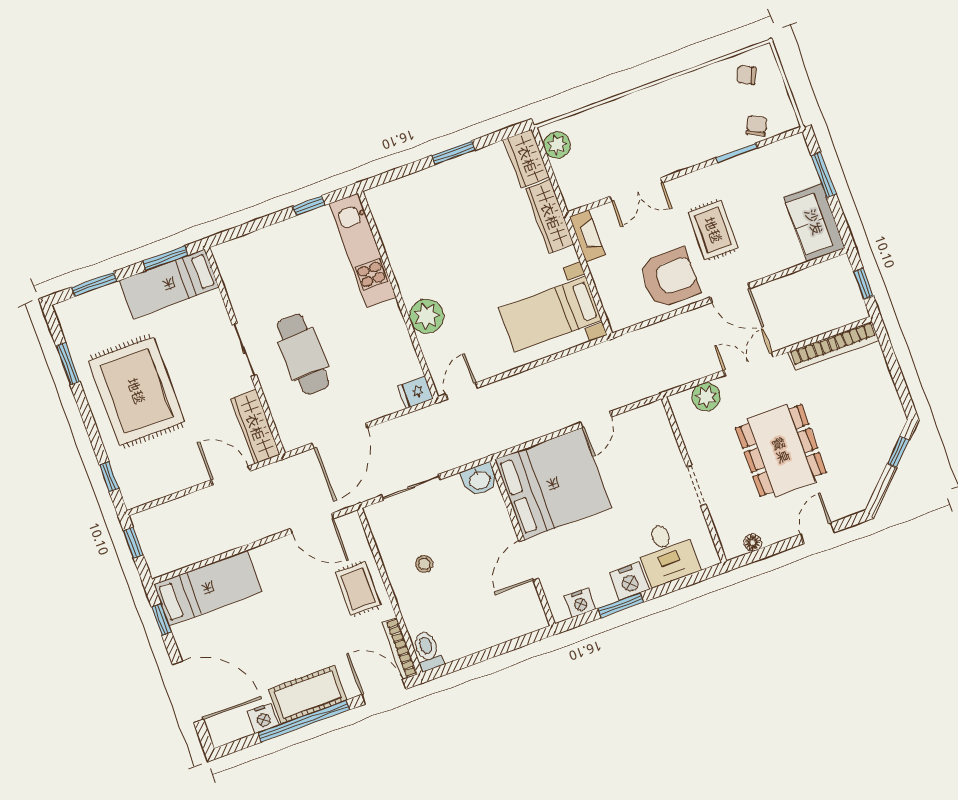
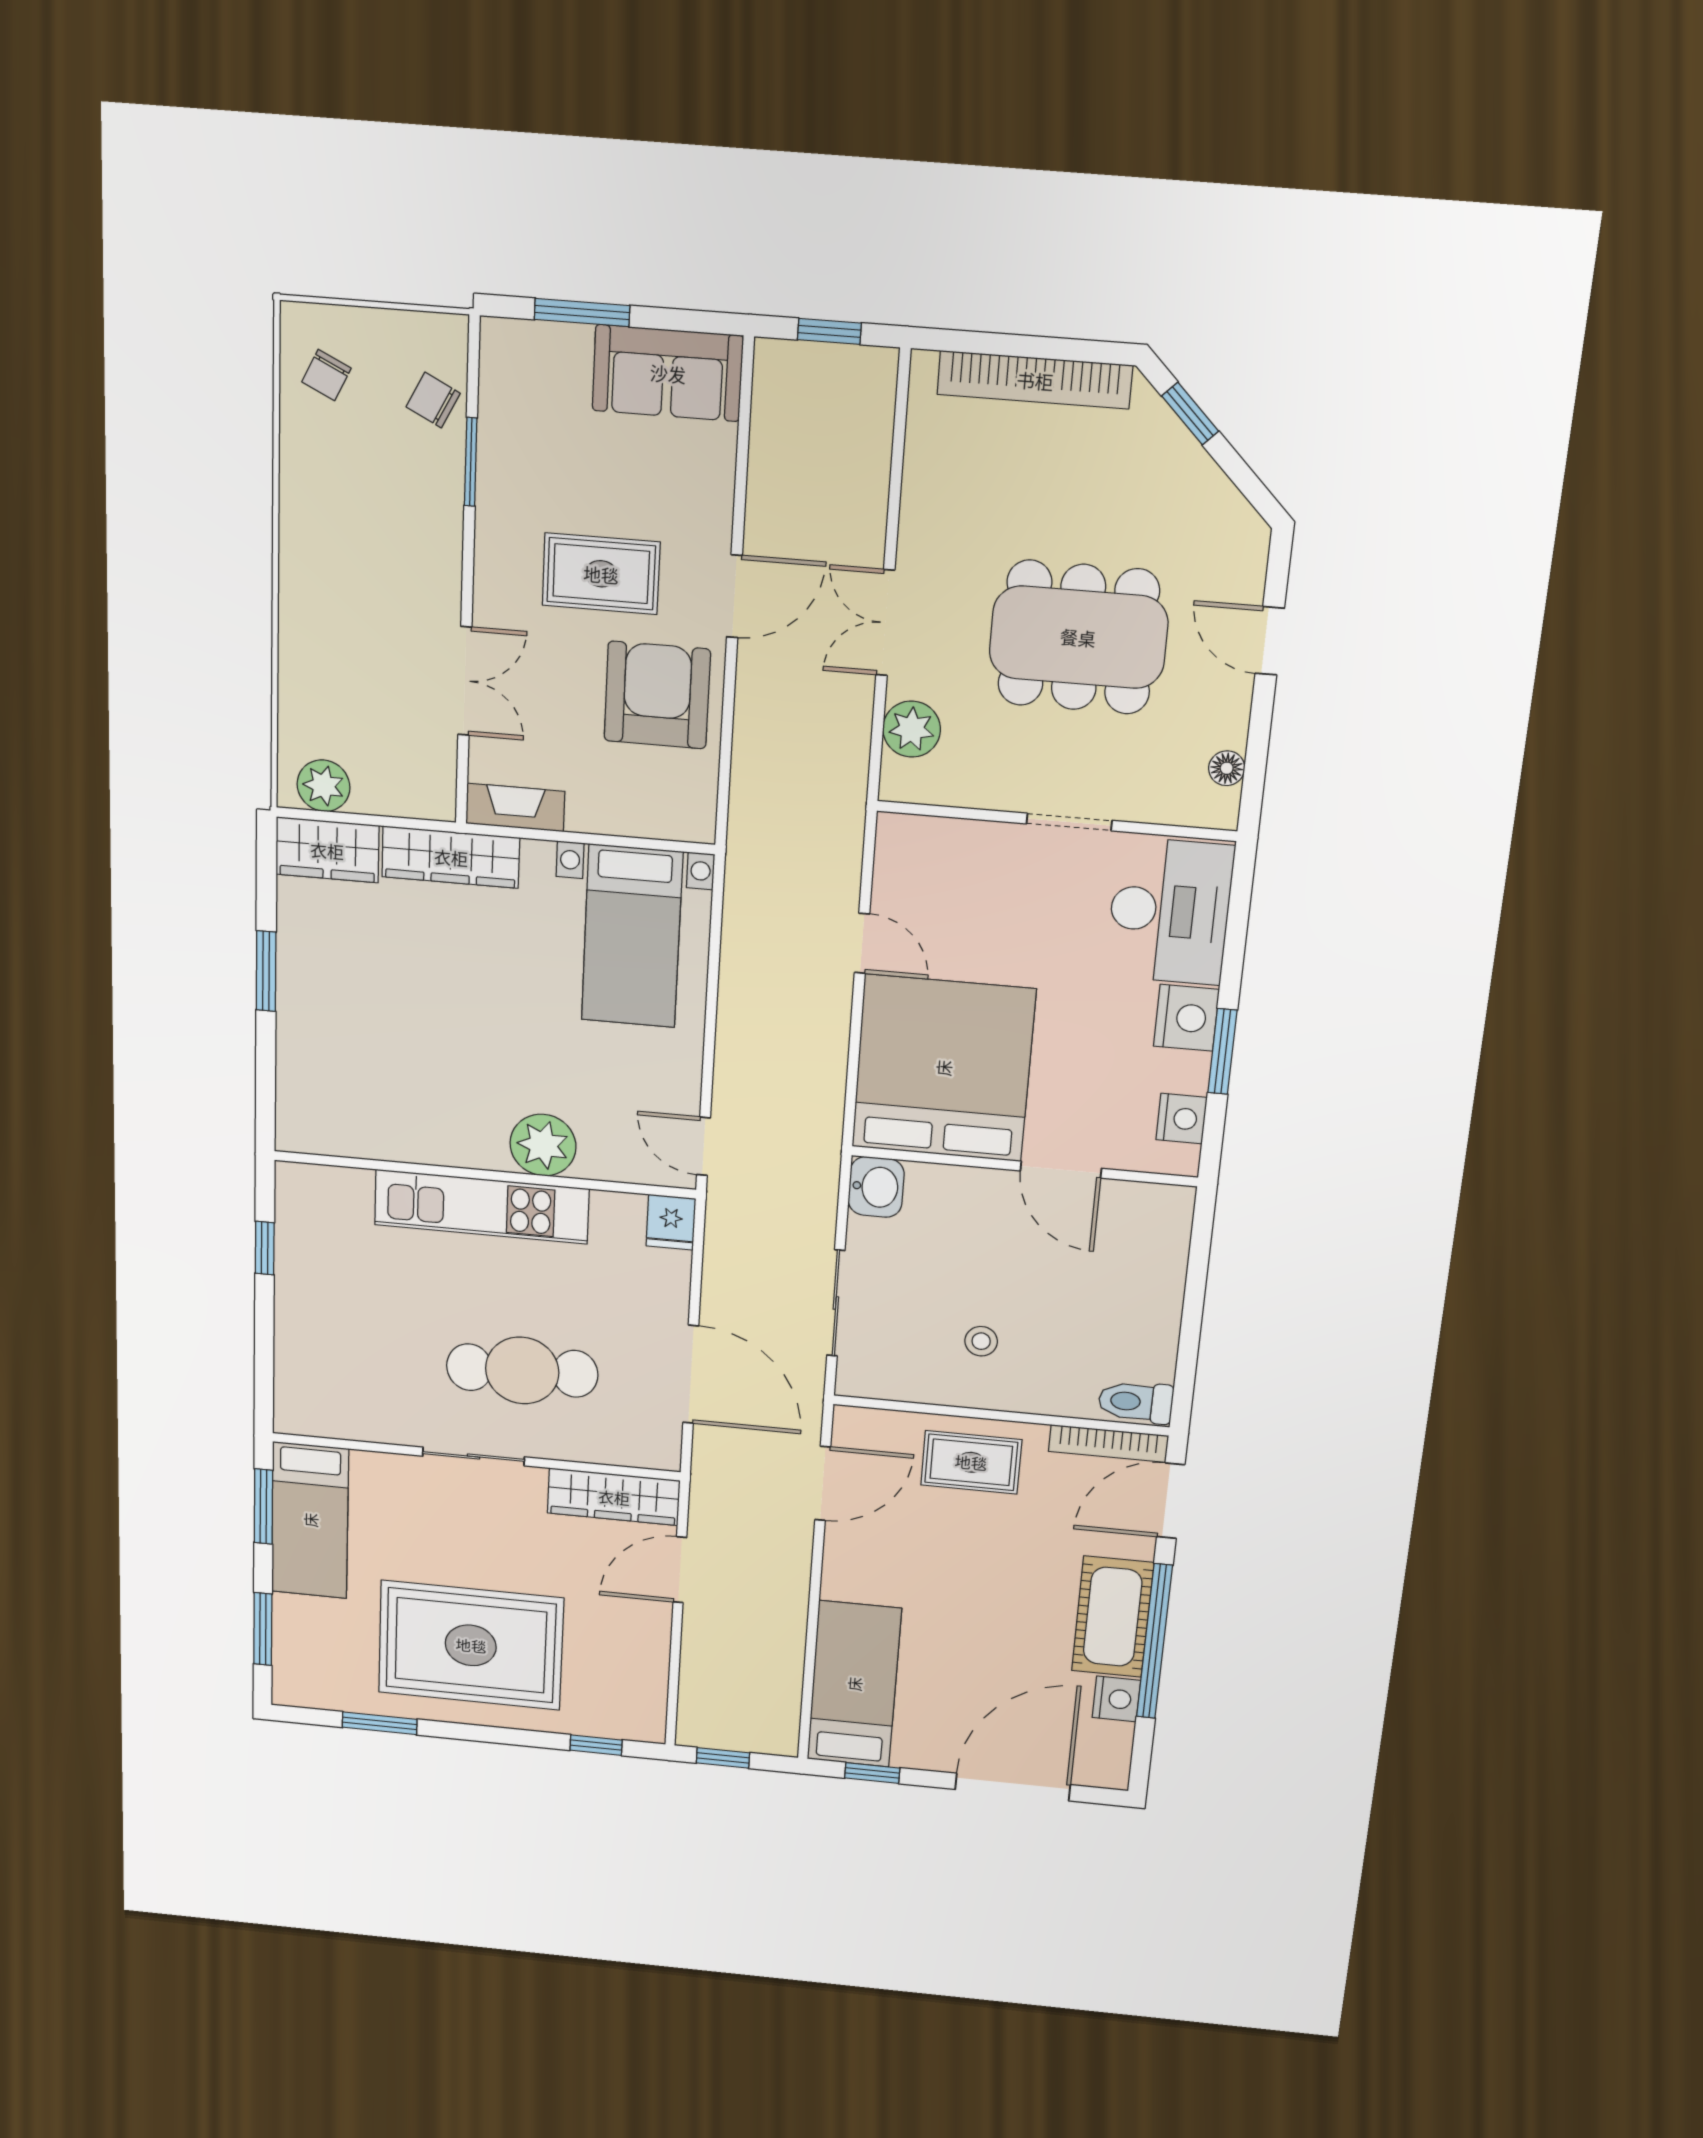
kitchen unit: (362, 250) -> (482, 1207), moved
bookcase: (834, 346) -> (1035, 380), moved, turned 90
desk: (667, 553) -> (1170, 911), width x1.37

